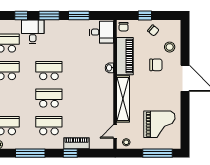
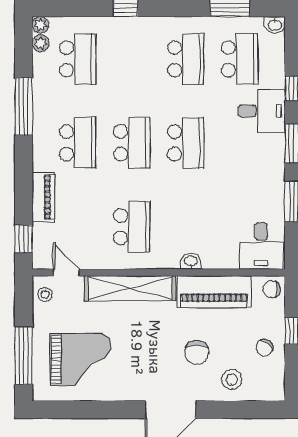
school desk: (92, 98) -> (132, 227), added
grand piano: (159, 124) -> (80, 359), turned -90
window: (70, 153) -> (24, 239), moved

